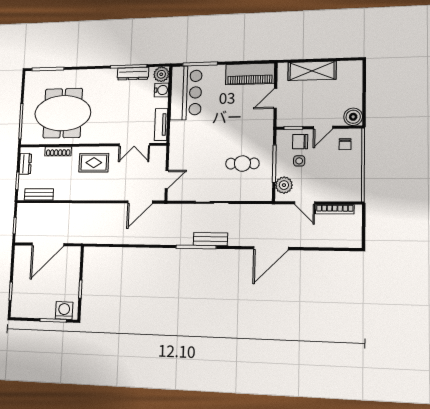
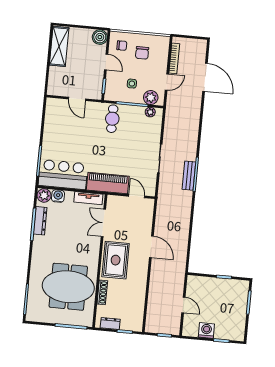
shelving: (312, 71) -> (59, 46), moved
piano: (250, 74) -> (108, 183), moved, turned -90
meeting table: (63, 113) -> (68, 287), turned 90
chair: (300, 142) -> (142, 53), moved
double door: (134, 145) -> (103, 223), swing flipped
rug: (94, 163) -> (116, 260), width x1.36, depth x1.43
cafe table: (242, 164) -> (112, 119), moved
plant: (266, 186) -> (150, 112), added
bench: (39, 194) -> (139, 312), removed
door: (140, 202) -> (151, 247), moved
bench: (210, 239) -> (189, 176), moved
door: (48, 244) -> (183, 305), width x0.53
door: (271, 248) -> (205, 77), moved
washing machine: (64, 310) -> (206, 331), moved, turned 90

